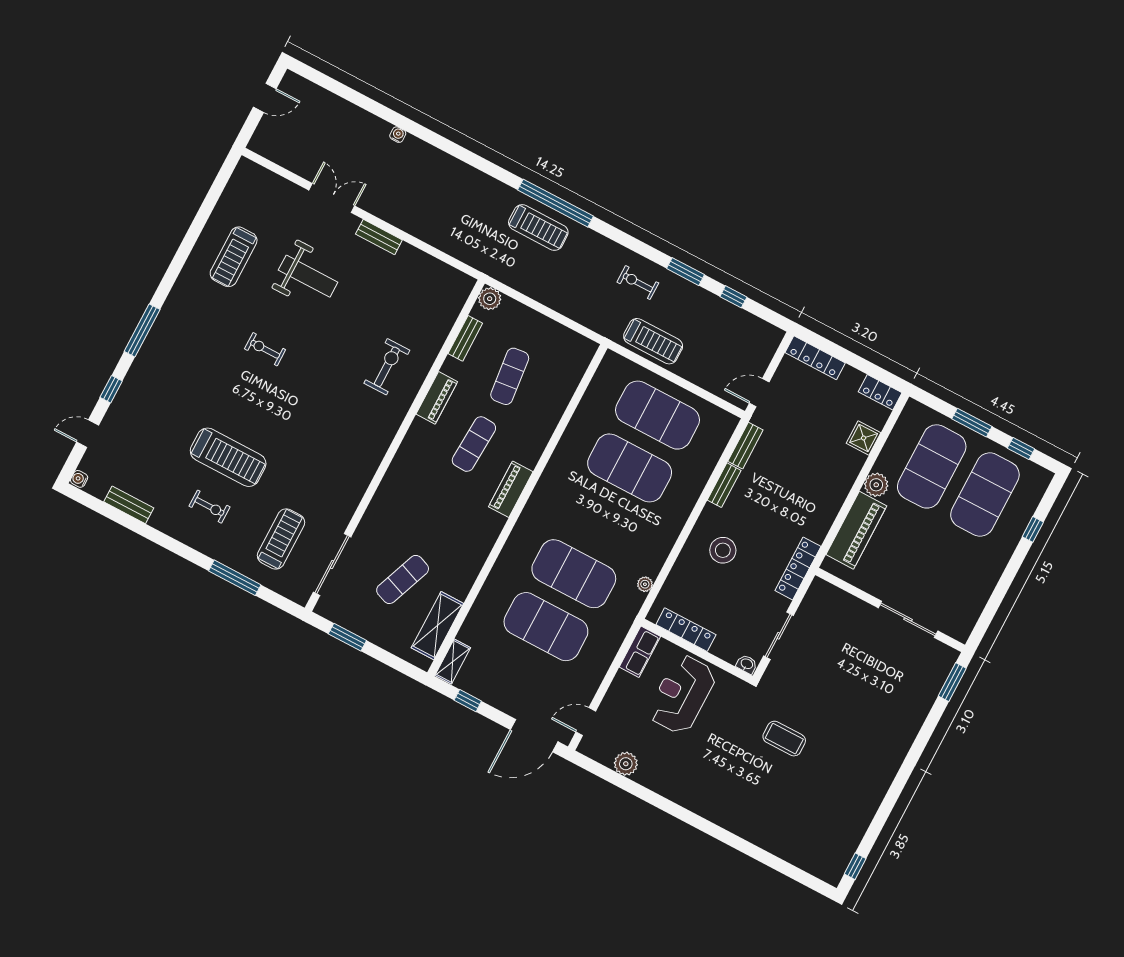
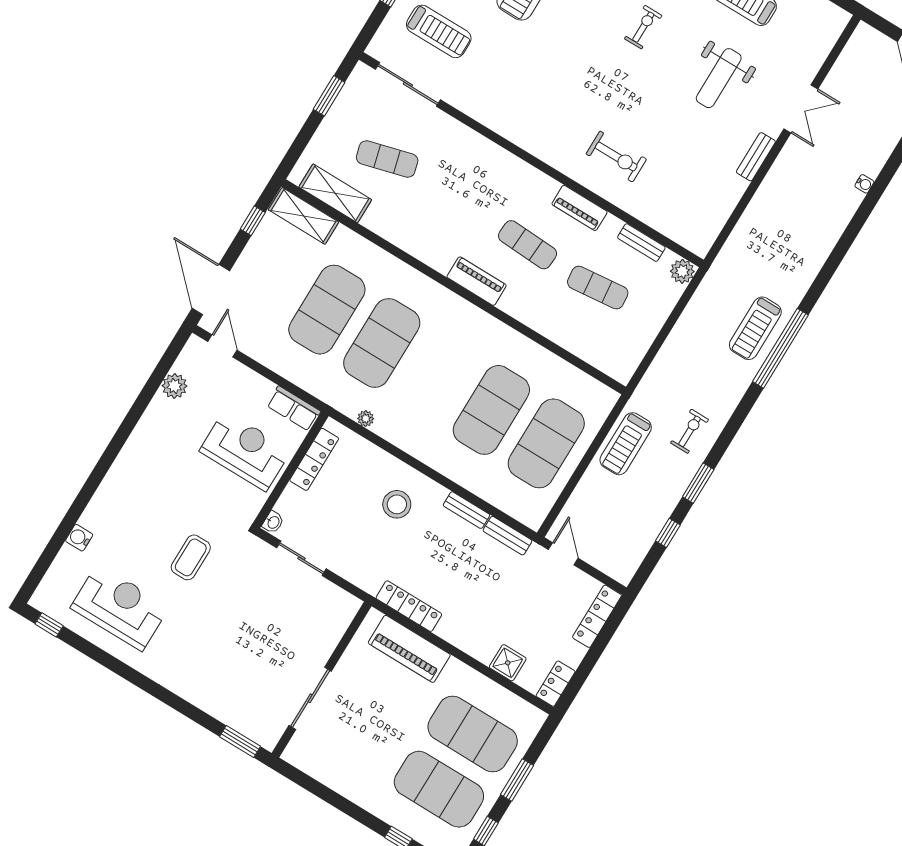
plant: (876, 485) -> (457, 673), removed
locker: (798, 569) -> (409, 606), moved
exercise mat: (403, 579) -> (387, 159), turned -36
shelving: (453, 661) -> (304, 216), width x1.50, depth x1.33
reception desk: (835, 802) -> (120, 607), added
water cooler: (772, 843) -> (79, 538), added

